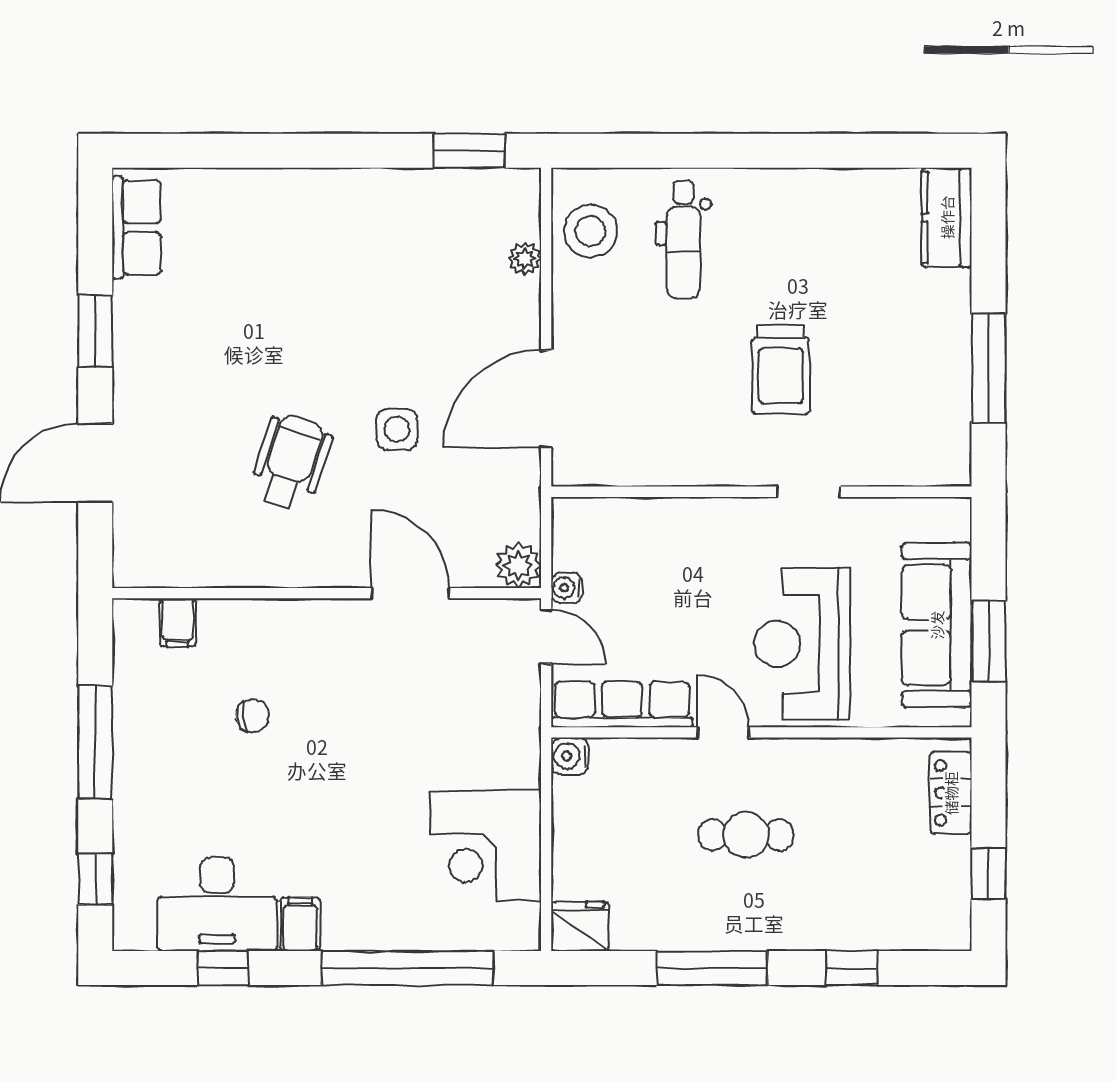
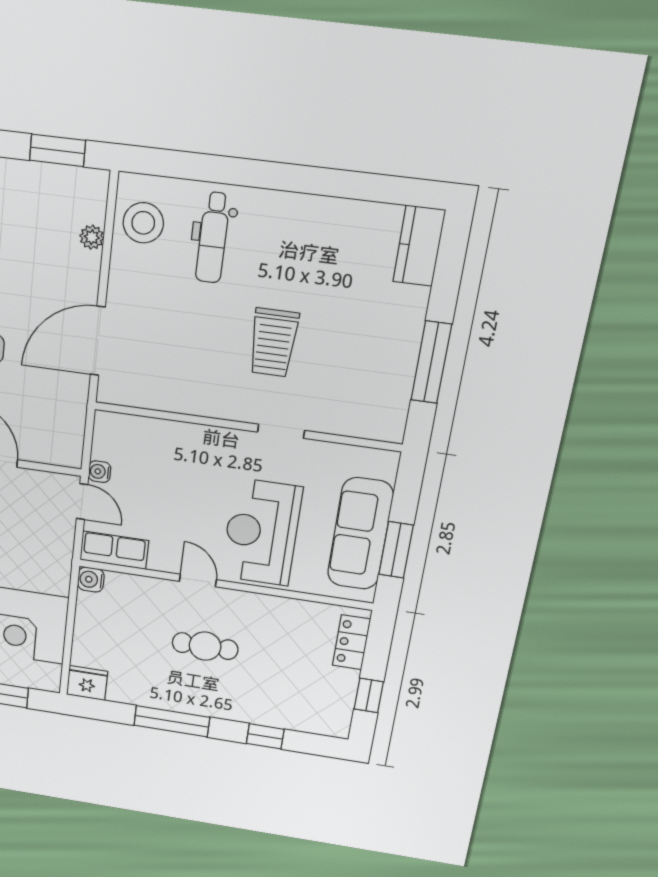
plant: (518, 565) -> (67, 452), removed
row of seats: (622, 704) -> (114, 550), width x0.68

